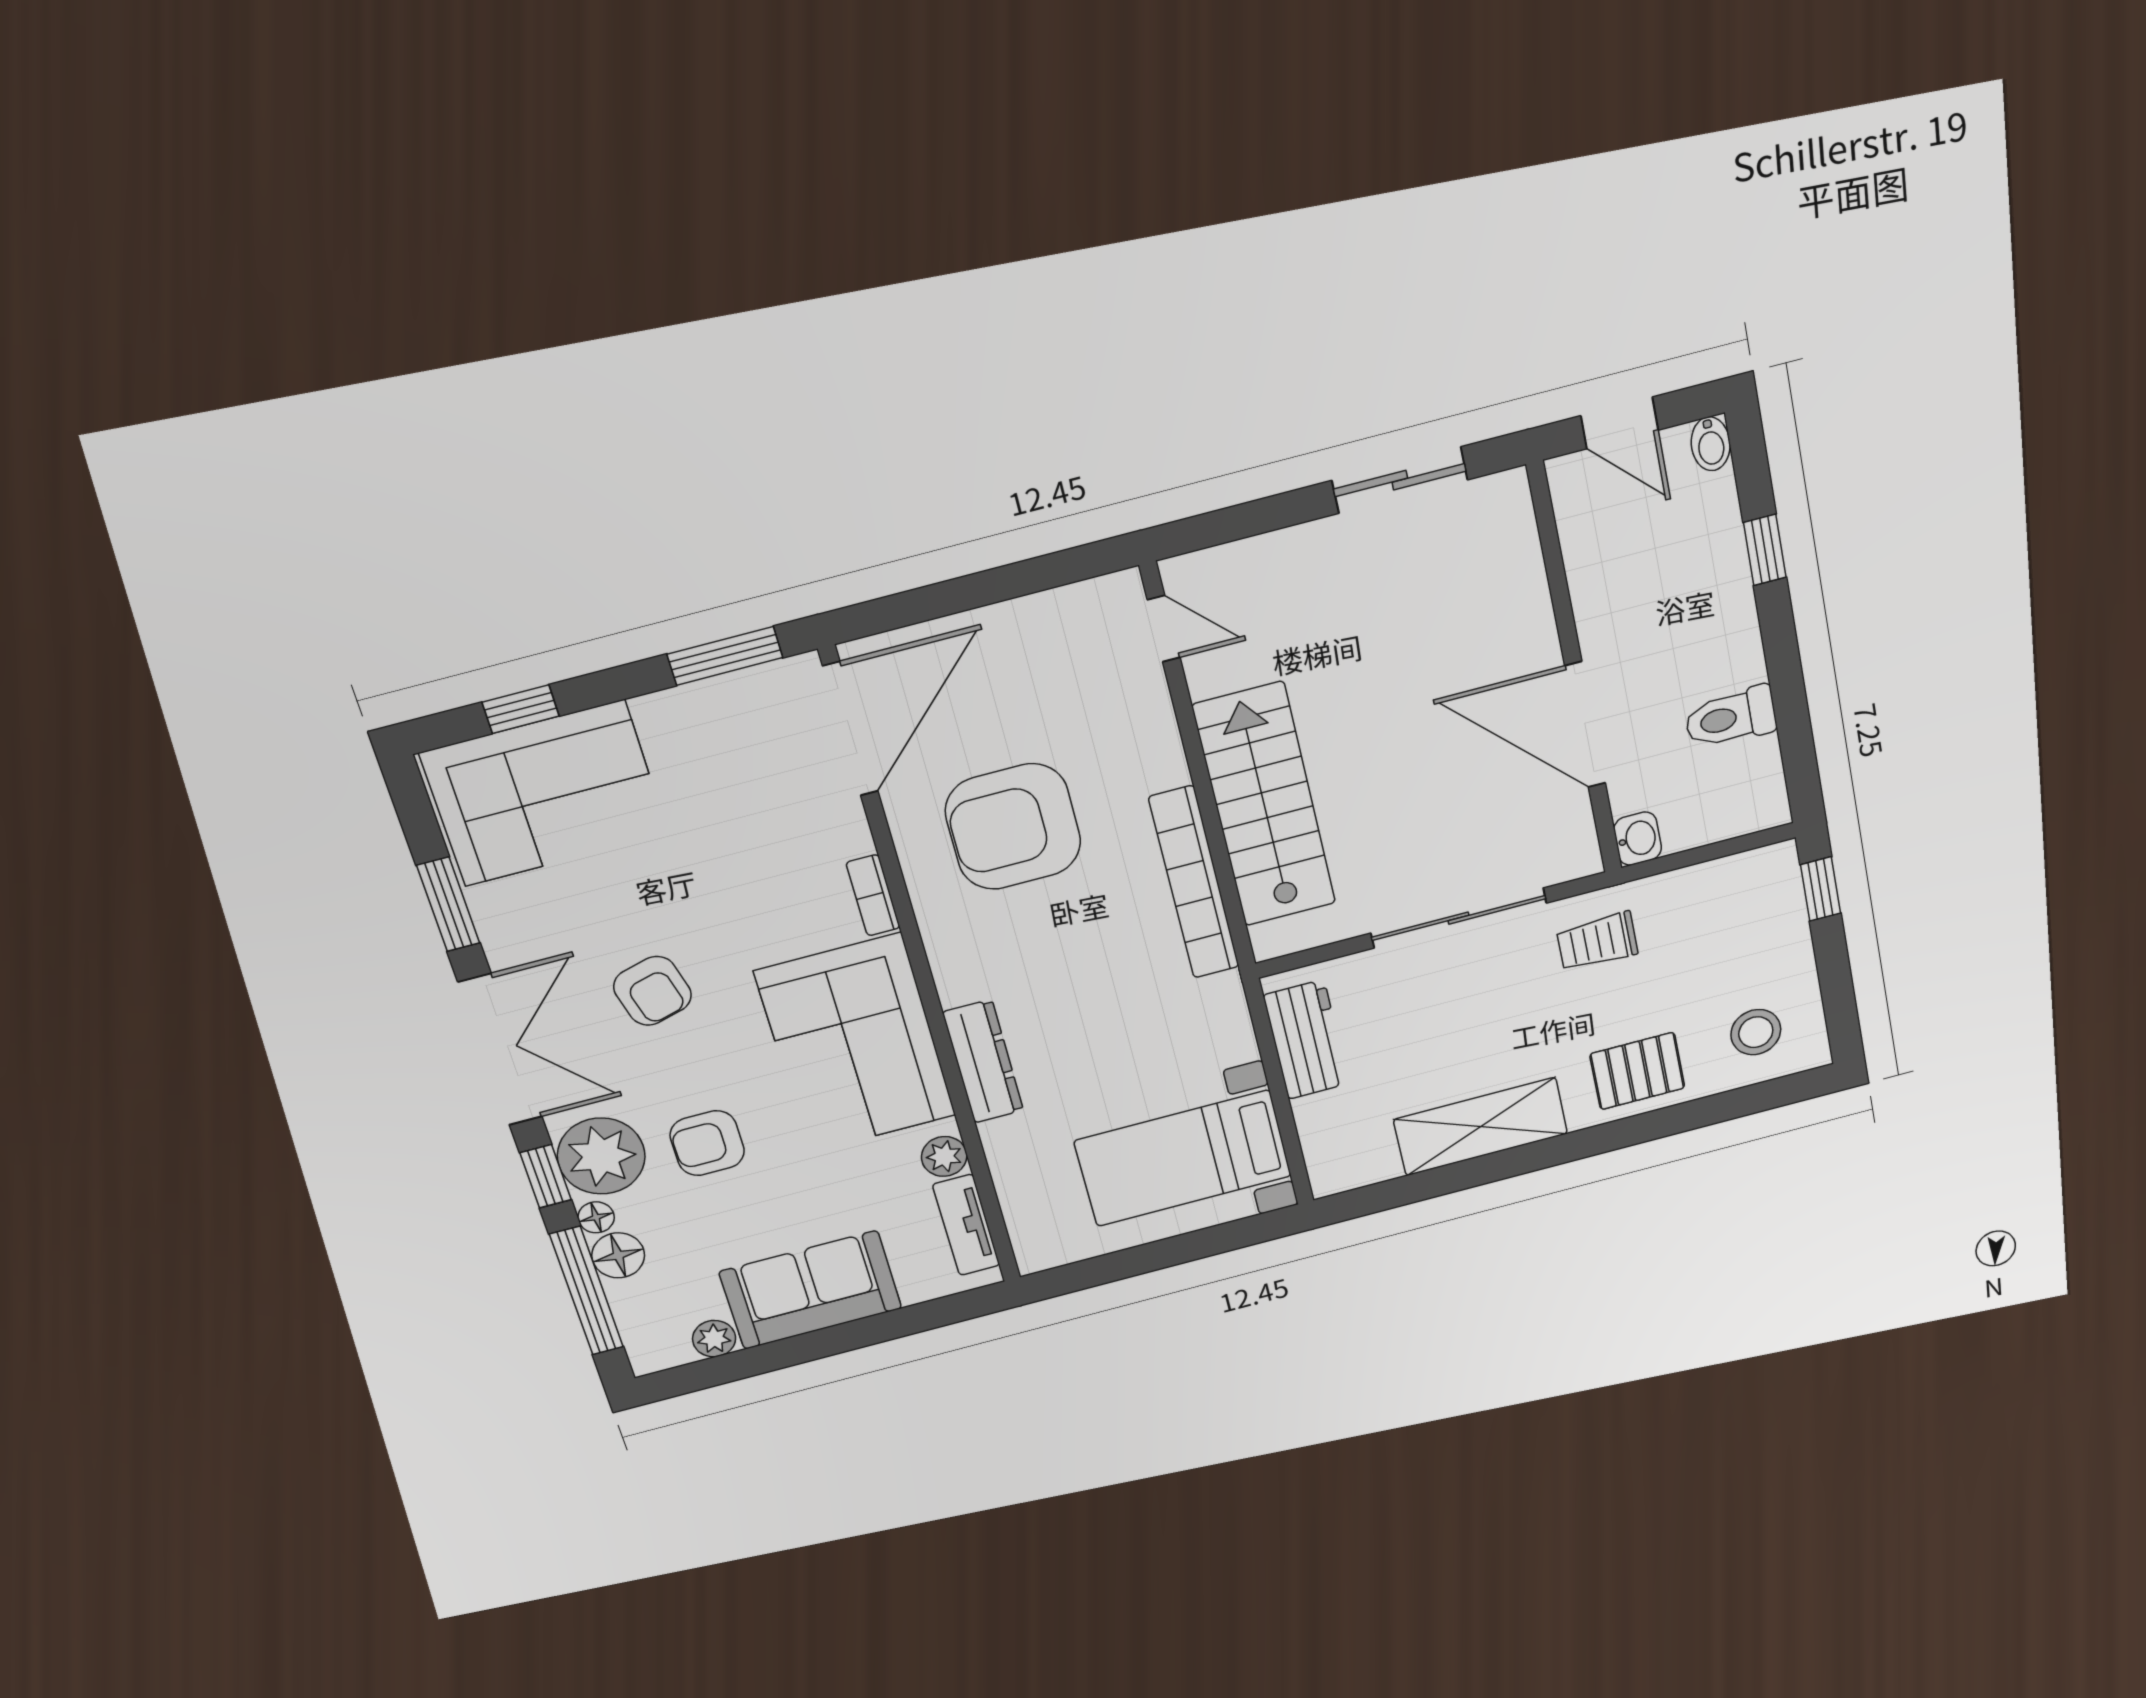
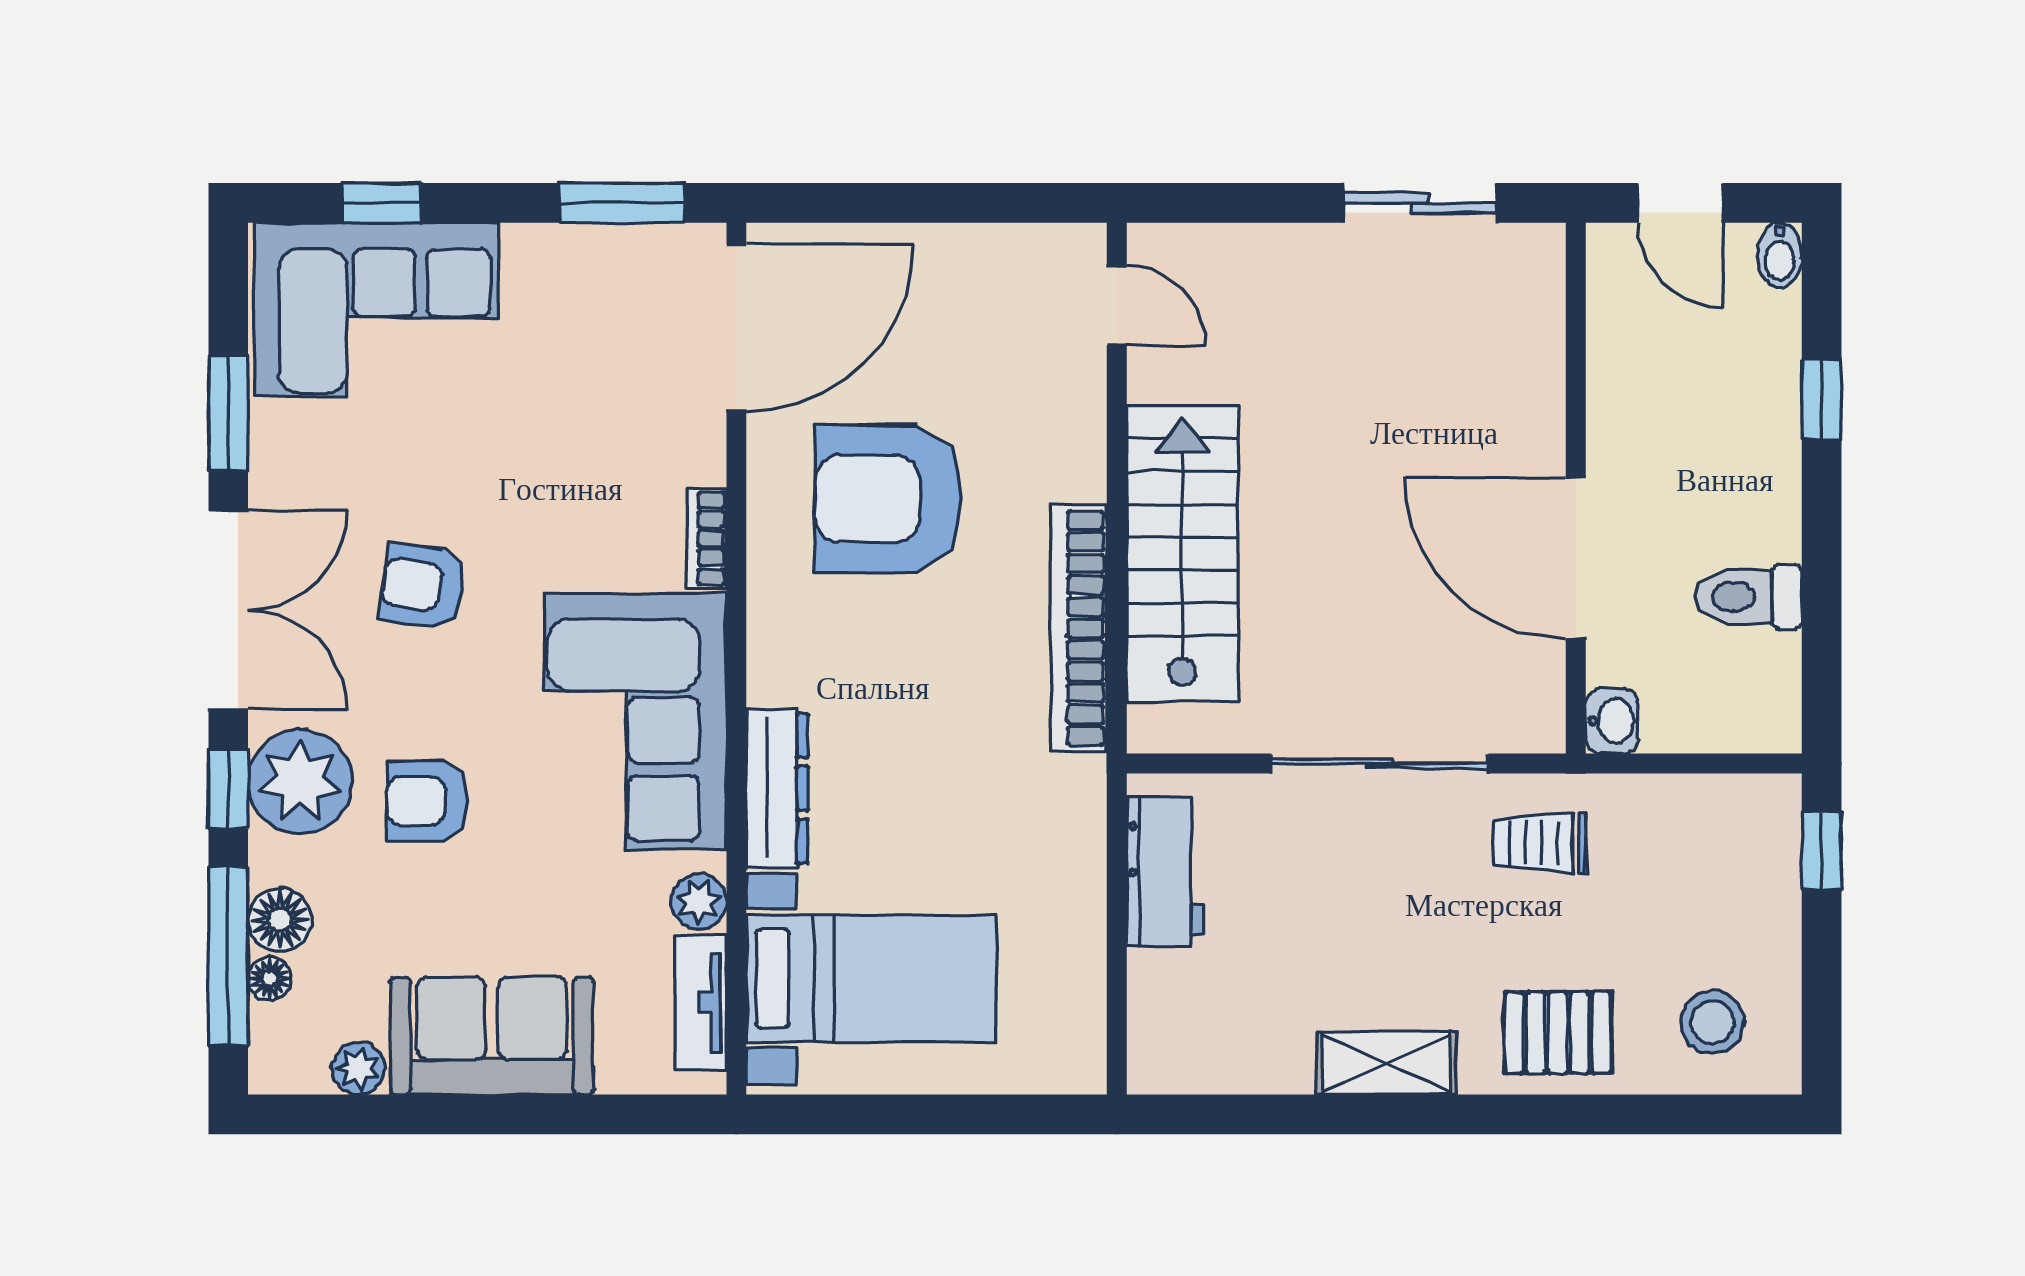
armchair: (652, 991) -> (423, 586), turned 113
shelving: (1481, 1127) -> (1386, 1063), width x0.67, depth x0.75
bed with nightstands: (1183, 1158) -> (871, 978), moved, turned 180
floor lamp: (596, 1217) -> (270, 979), moved

